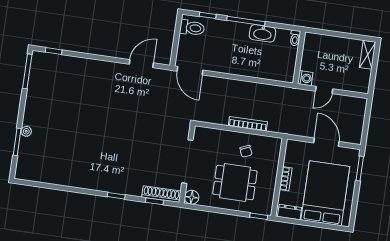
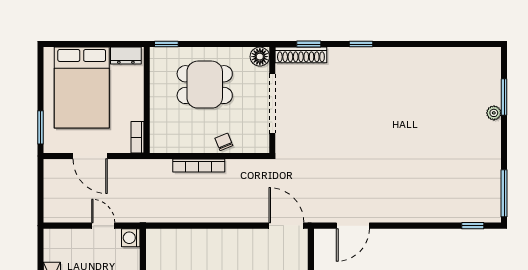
door: (324, 90) -> (103, 226), hinge flipped
chair: (246, 151) -> (224, 142), moved
bookcase: (286, 179) -> (137, 137), moved

